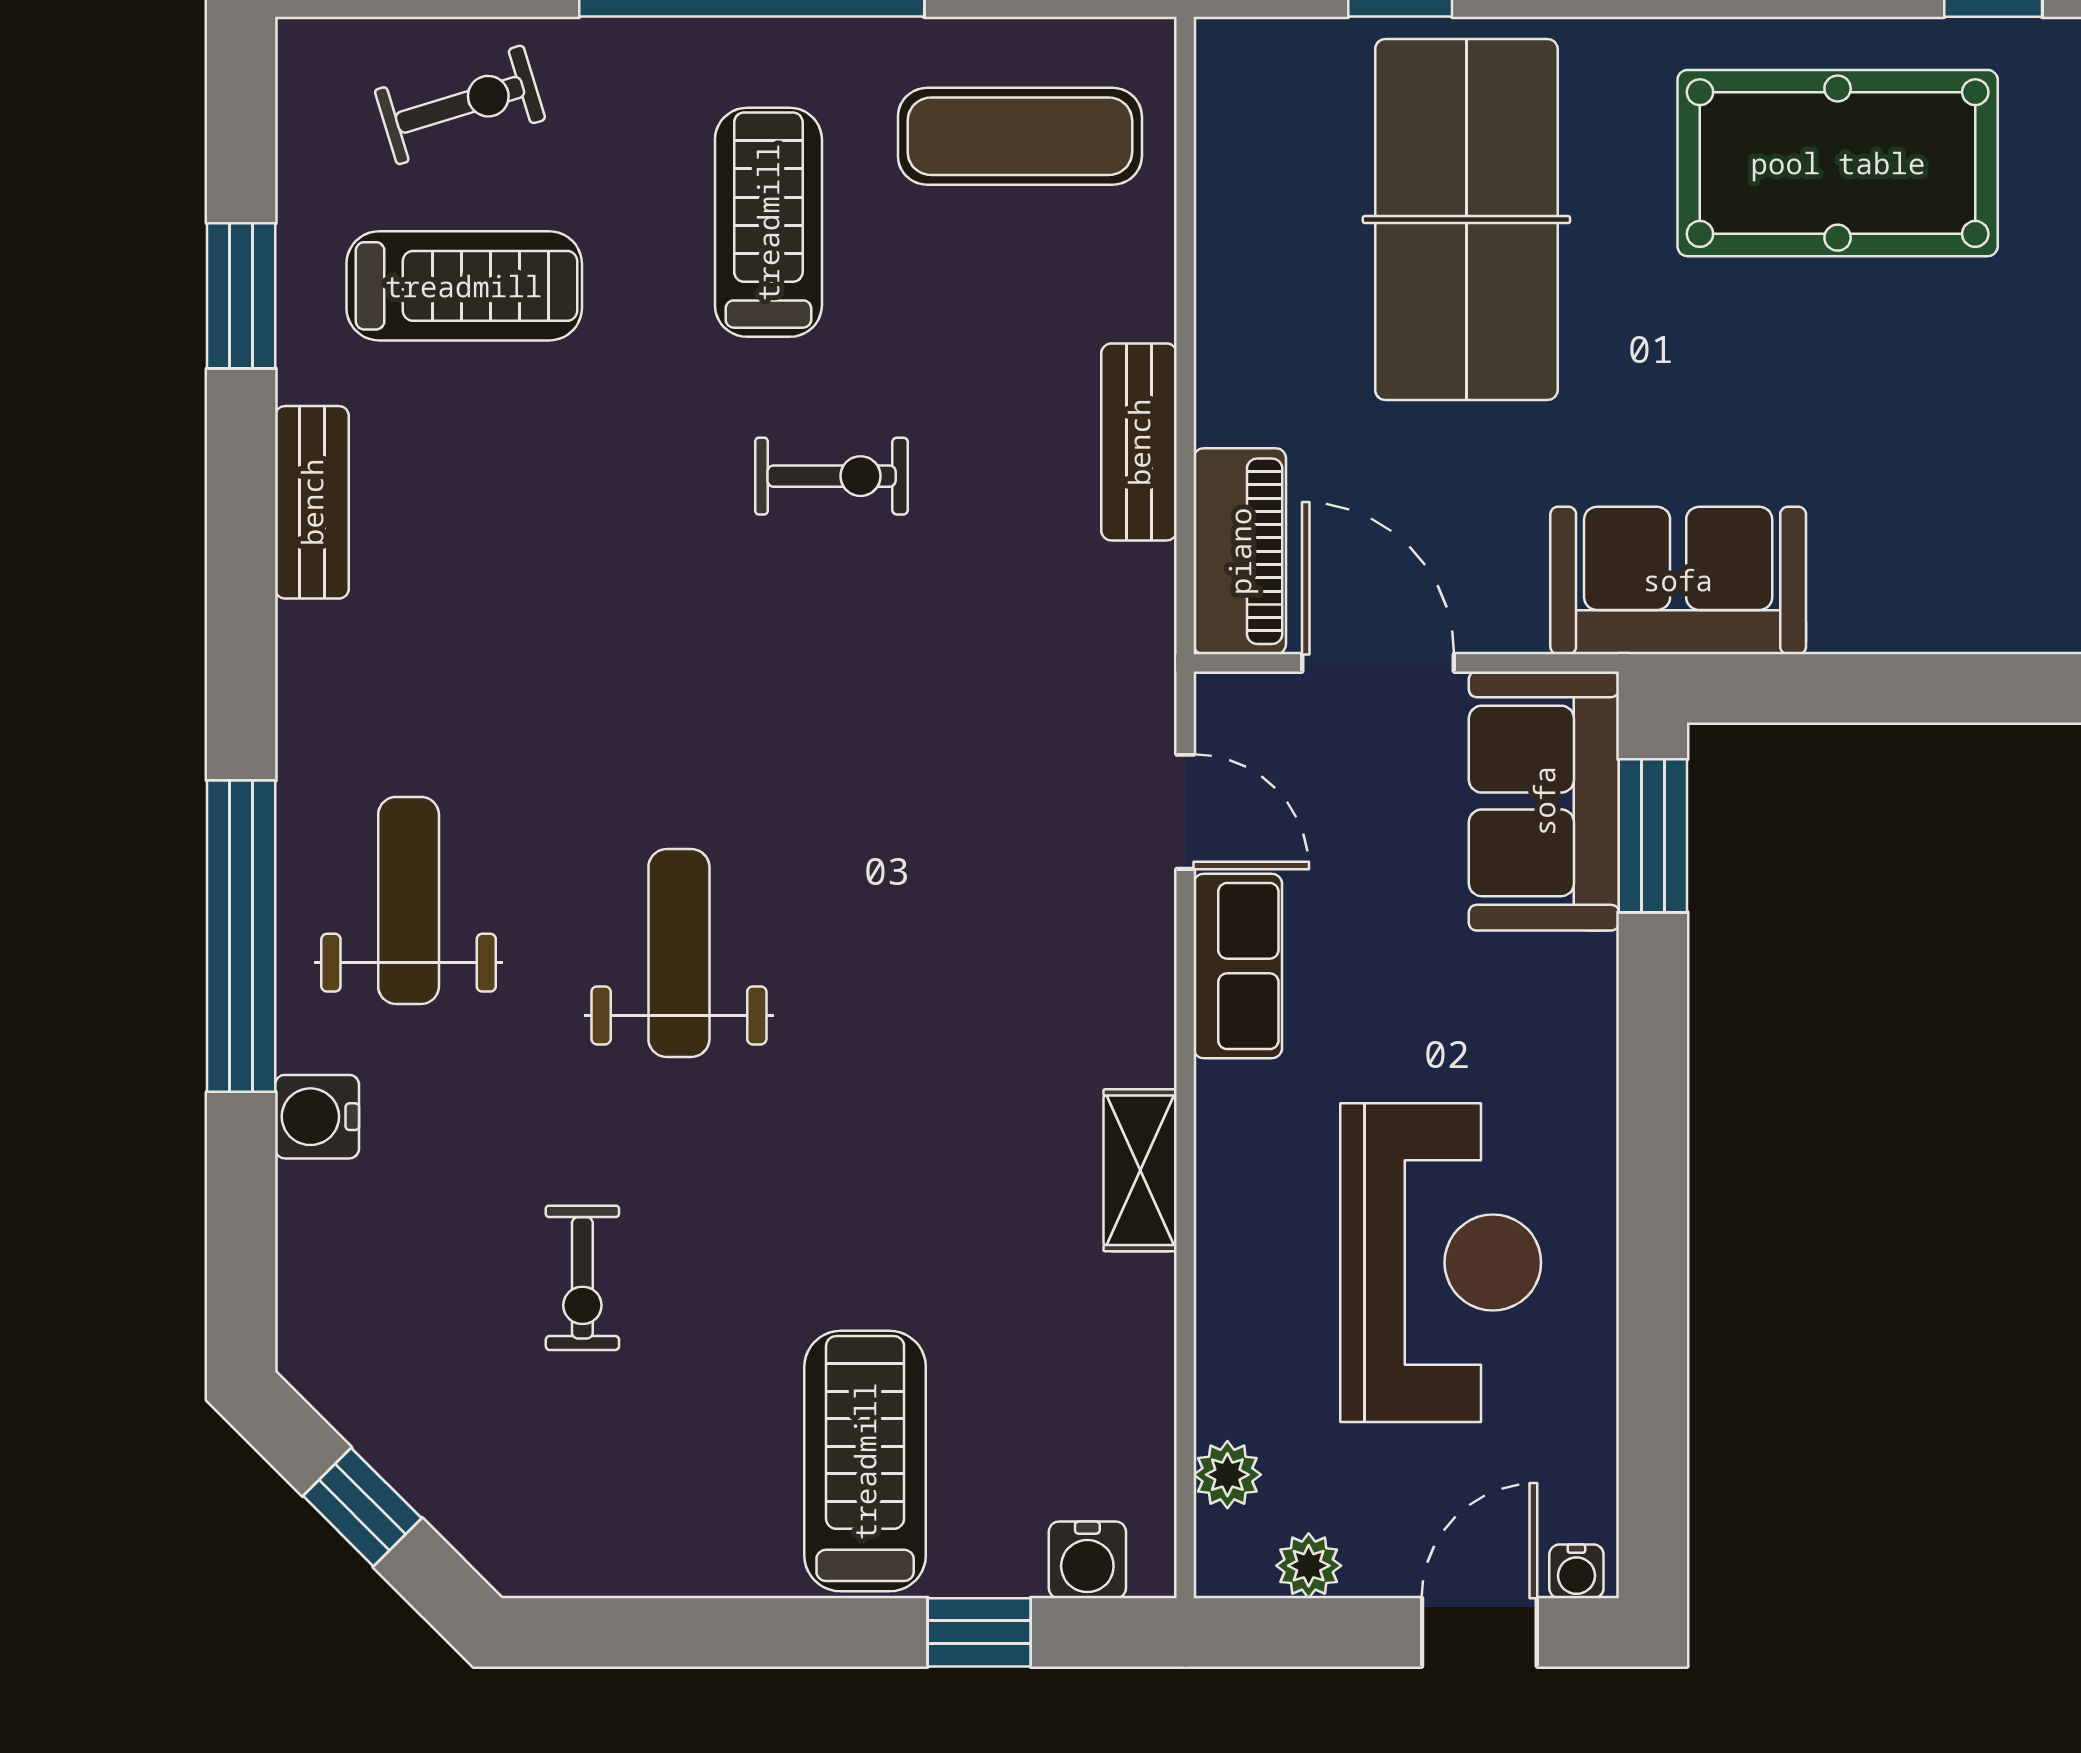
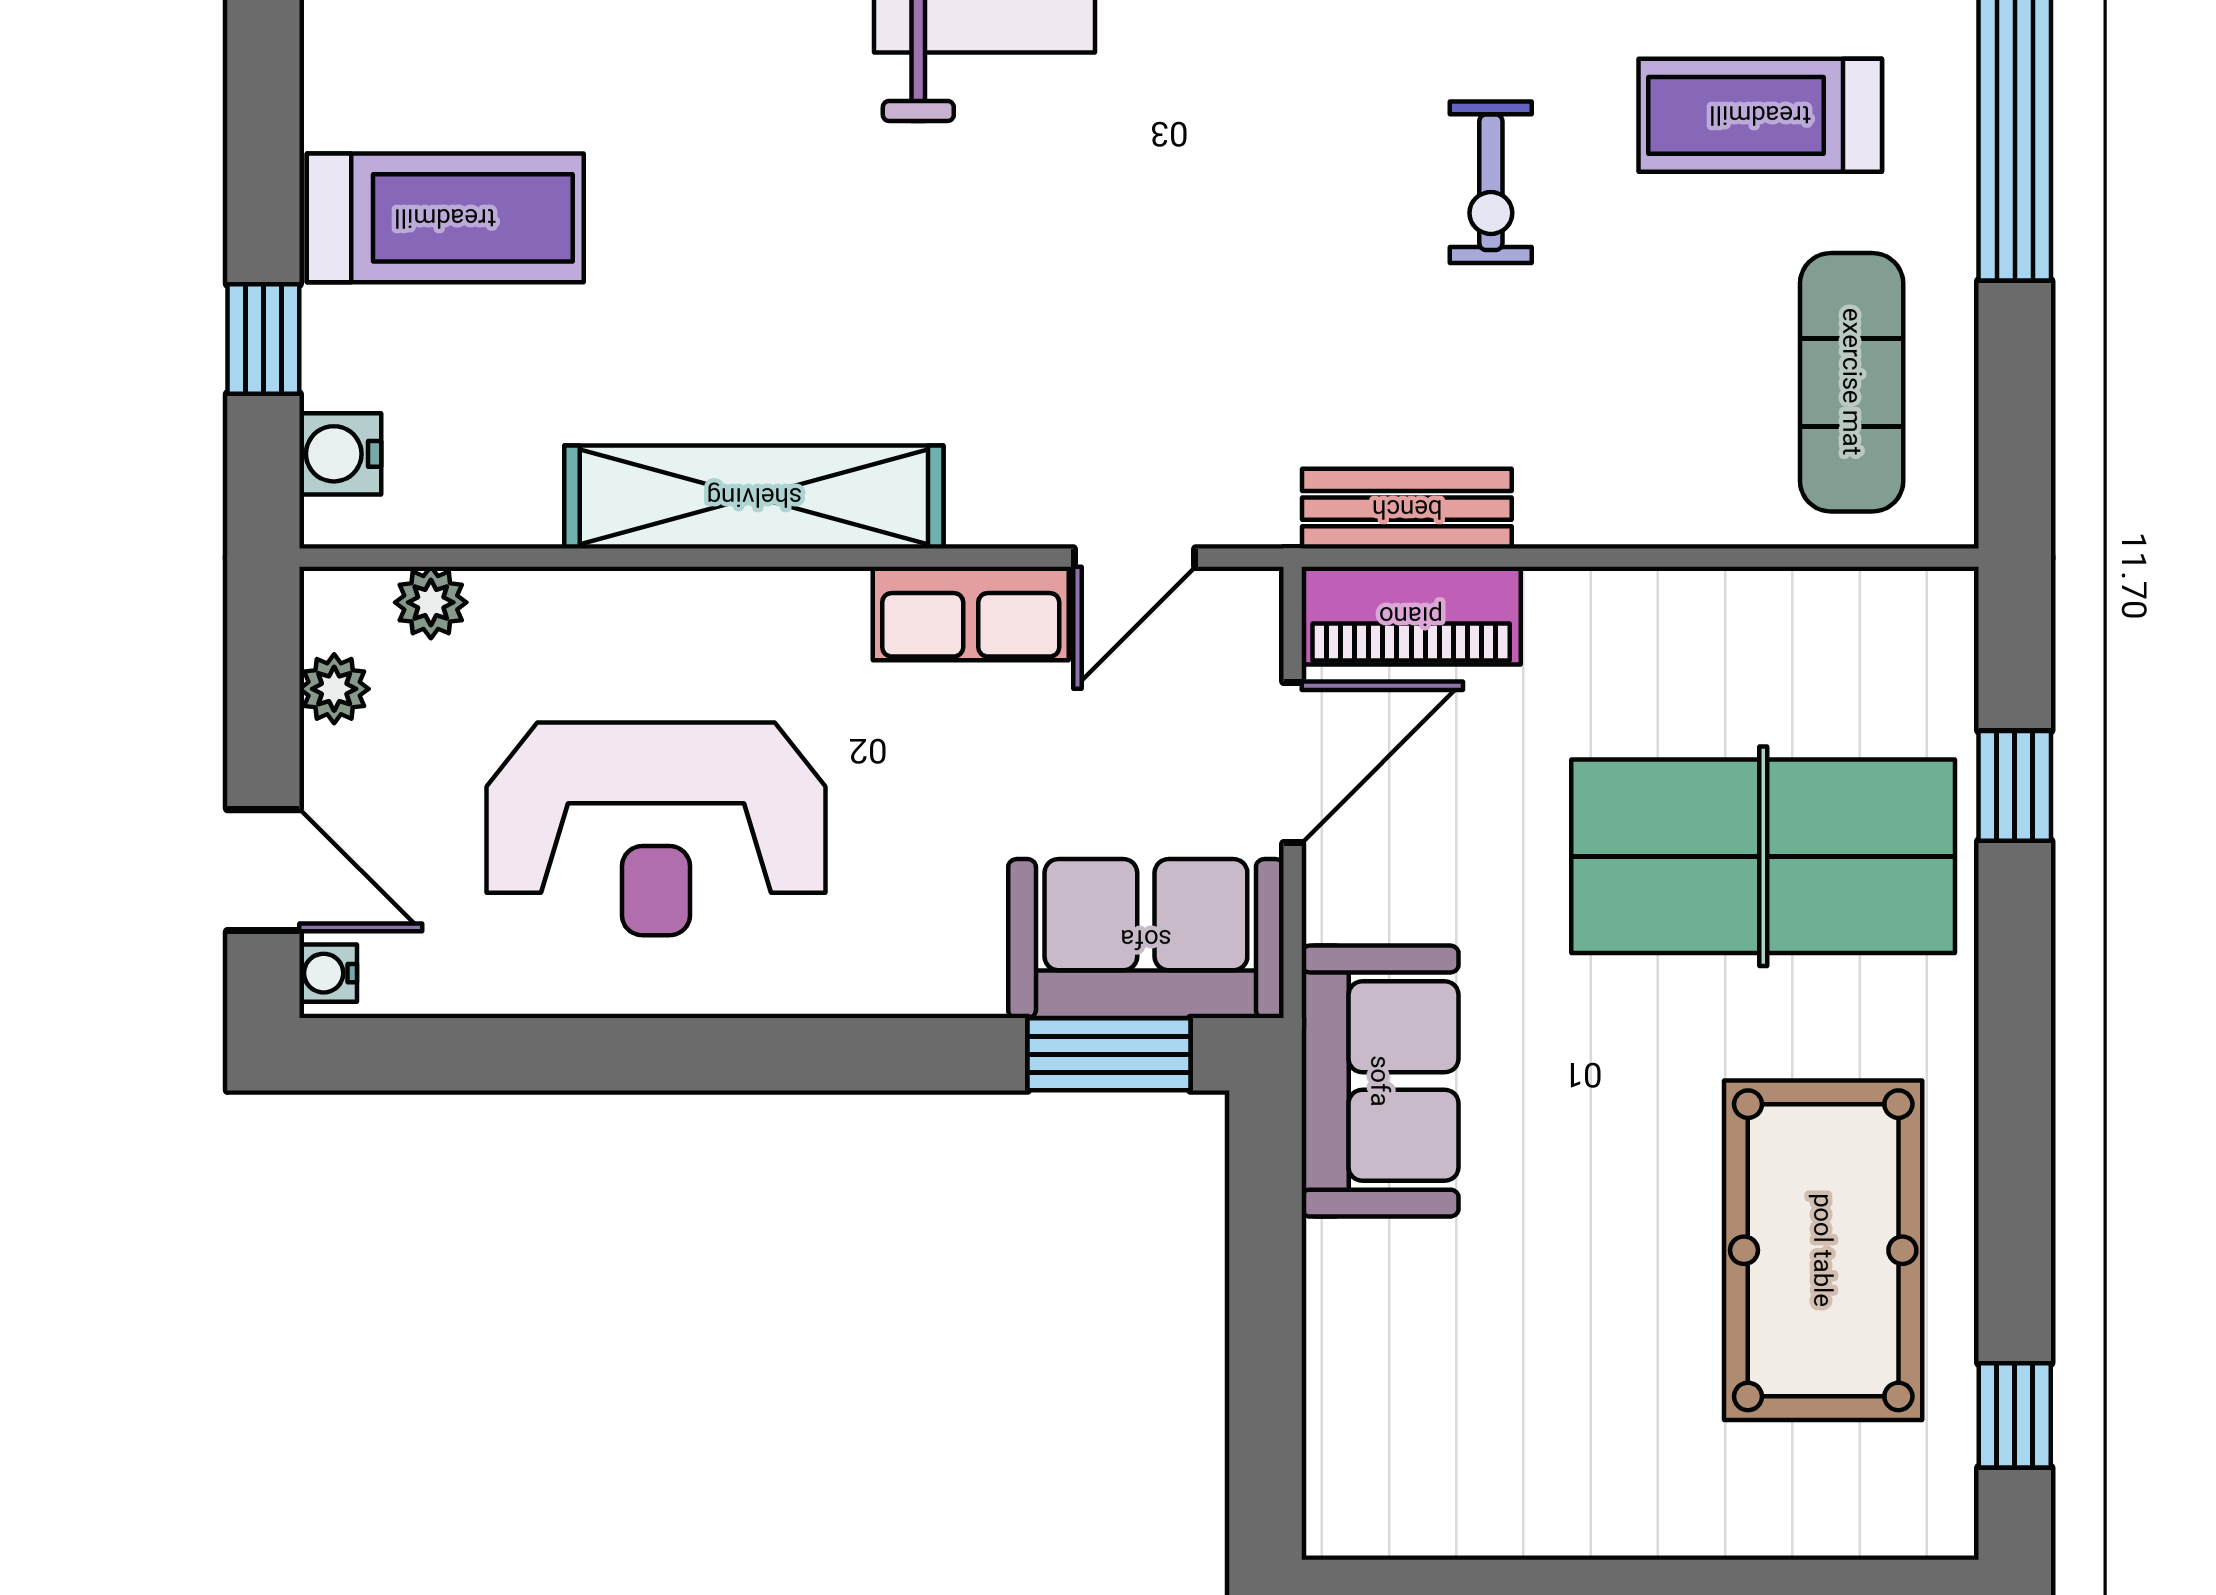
treadmill: (768, 222) -> (1760, 115), turned 180
bench: (1139, 442) -> (1407, 509), moved
shelving: (1140, 1170) -> (754, 497), width x2.20, depth x1.33

